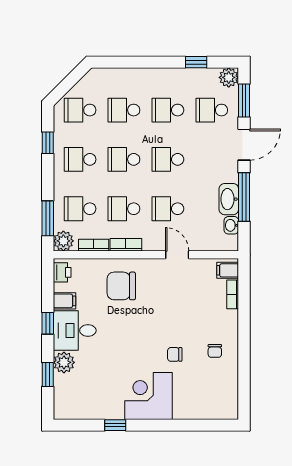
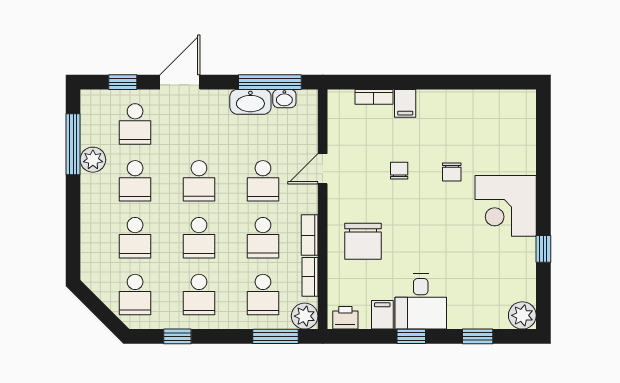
window: (196, 62) -> (73, 144), width x2.17
plant: (229, 77) -> (93, 160), moved
window: (244, 101) -> (123, 82), width x0.67
door: (244, 145) -> (180, 82), hinge flipped
window: (244, 197) -> (270, 82), moved
filing cabinet: (228, 270) -> (405, 103), moved
chair: (215, 351) -> (399, 171), moved, turned -90
plant: (64, 362) -> (522, 315), moved

